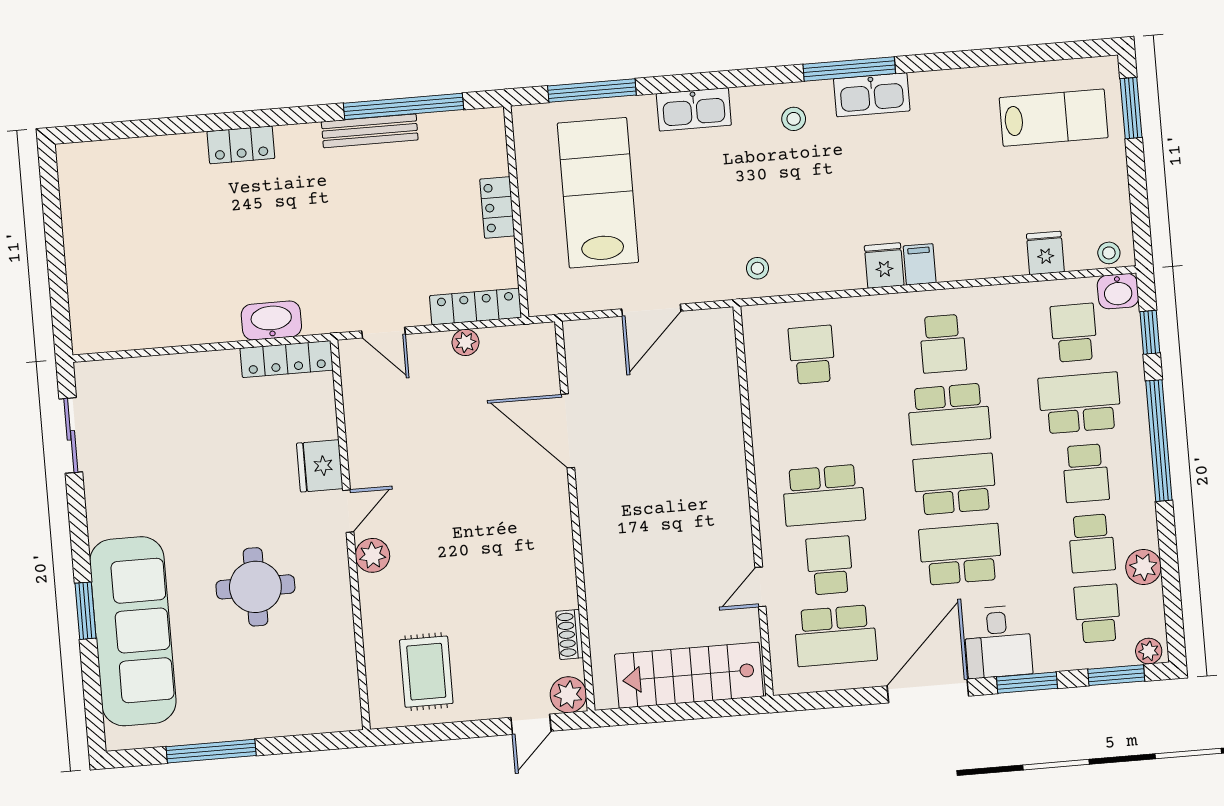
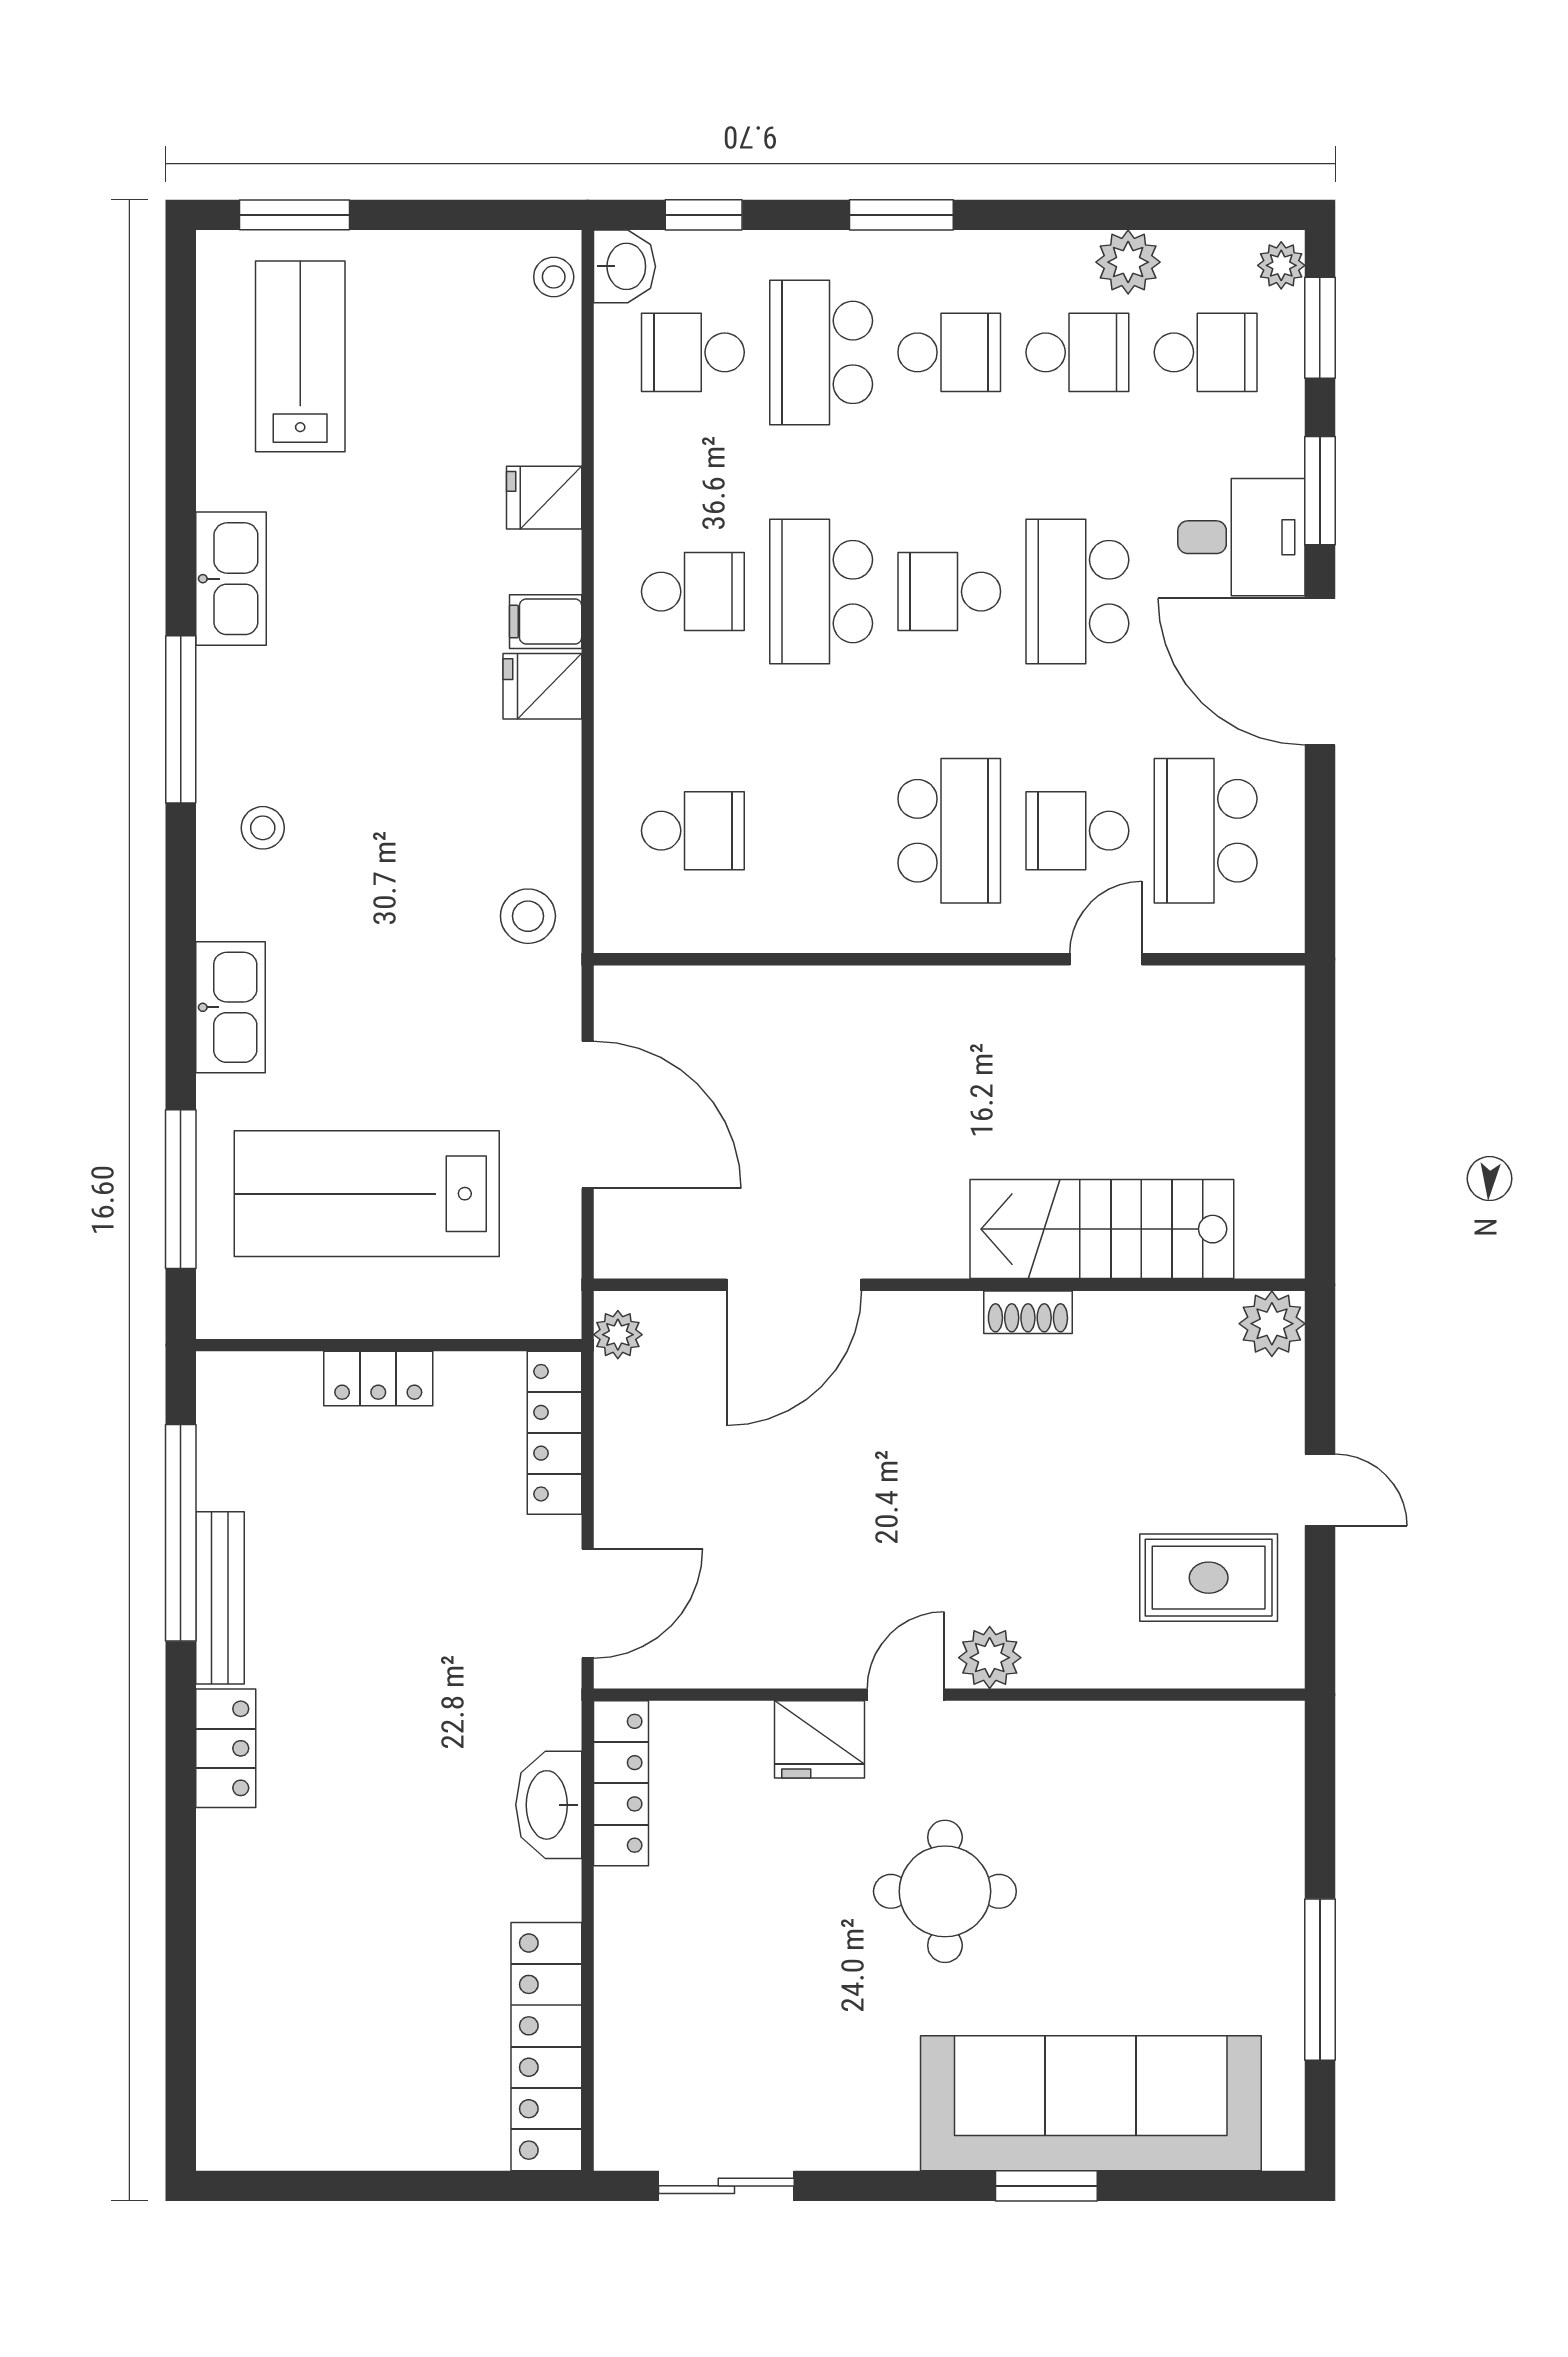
kitchen sink: (872, 95) -> (231, 579), moved
locker: (241, 145) -> (226, 1748), moved
fridge: (1045, 253) -> (544, 498), moved
stool: (757, 268) -> (528, 916), width x1.37, depth x1.37
door: (651, 310) -> (588, 1115), width x1.36
locker: (139, 330) -> (546, 2047), added
door: (384, 333) -> (588, 1604), width x1.38
plant: (465, 342) -> (618, 1335), moved
school desk: (812, 355) -> (693, 831), turned 180
school desk: (949, 414) -> (821, 592), turned 180
window: (1159, 441) -> (901, 215), width x0.47
school desk: (955, 484) -> (949, 592), width x0.54
door: (348, 511) -> (906, 1695), hinge flipped
round table: (255, 587) -> (945, 1891), moved
door: (760, 587) -> (1106, 959), swing flipped
school desk: (1098, 614) -> (1206, 352), turned 180
shoe rack: (570, 634) -> (1028, 1312), moved
school desk: (835, 636) -> (1206, 831), turned 180
stairs: (689, 675) -> (1102, 1229), moved, turned 90
door: (531, 724) -> (1320, 1490), moved

